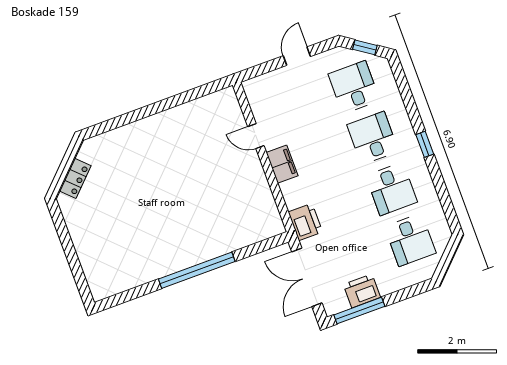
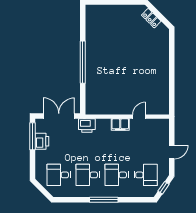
door: (297, 56) -> (172, 152), hinge flipped
desk: (373, 138) -> (117, 175), turned 180
window: (425, 144) -> (104, 200), width x2.17

